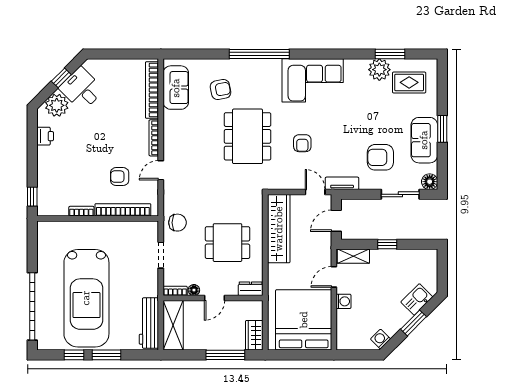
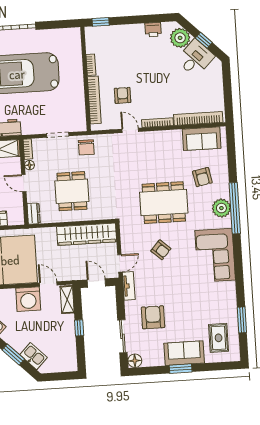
plant: (379, 70) -> (221, 208), moved
sofa: (424, 140) -> (184, 353), moved
armchair: (302, 143) -> (161, 250), turned -138
washing machine: (344, 301) -> (28, 299), width x1.89, depth x1.89

